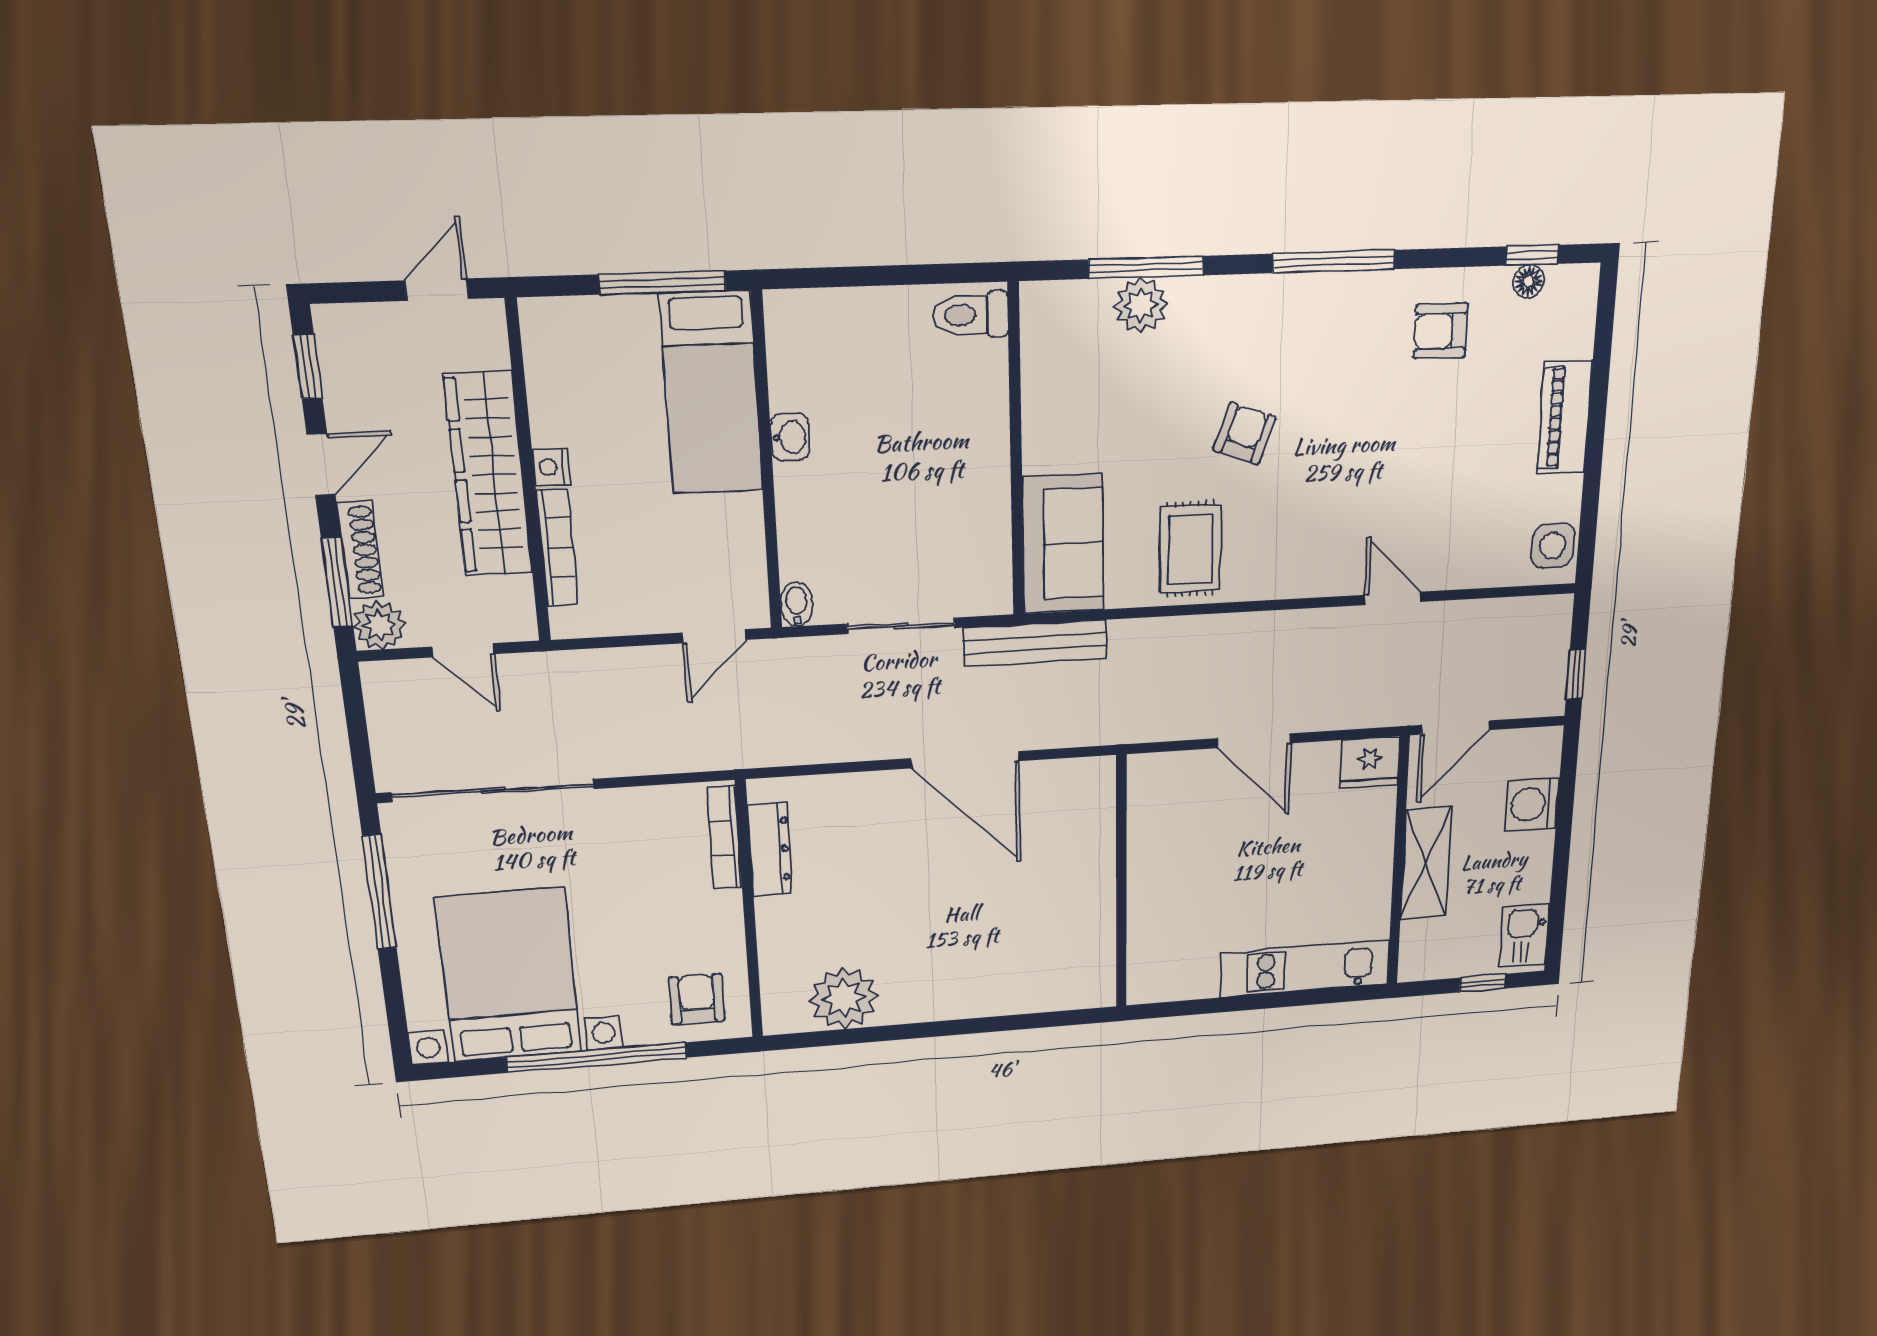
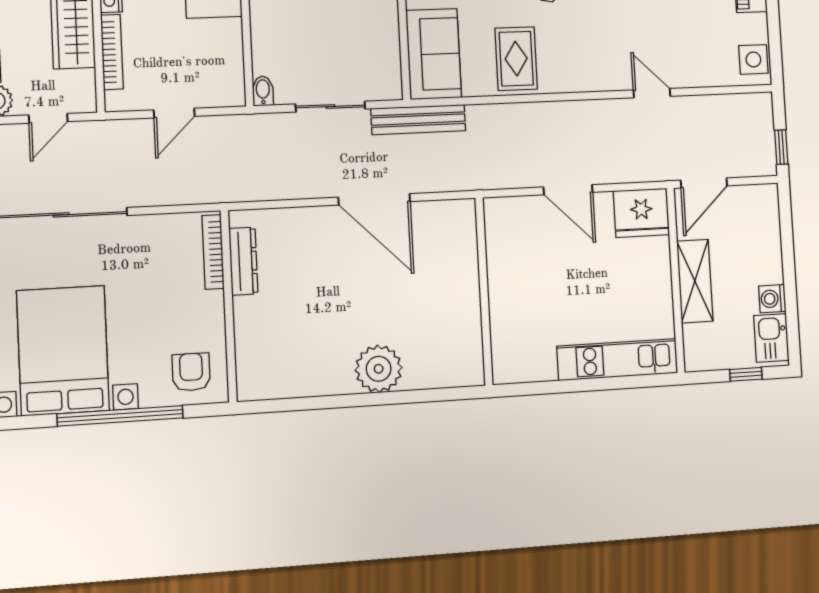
door: (714, 636) -> (174, 113), moved
door: (463, 650) -> (48, 118), hinge flipped
fridge: (1370, 762) -> (641, 213), width x1.36, depth x1.34
washing machine: (1532, 804) -> (772, 299), moved, width x0.73, depth x0.73
plant: (844, 998) -> (379, 369), moved

